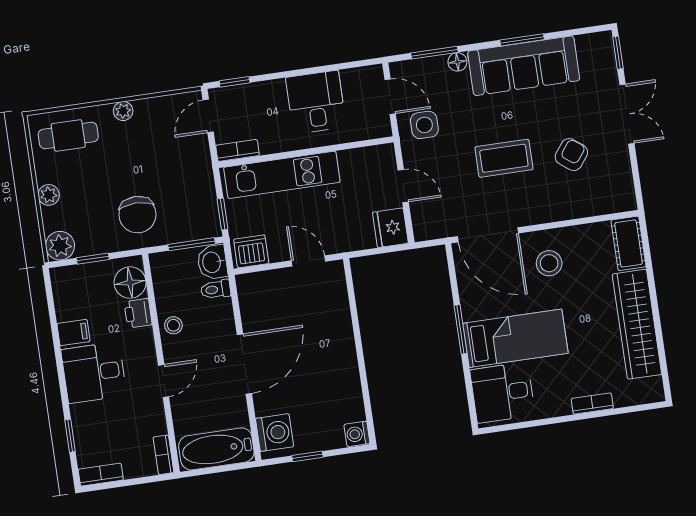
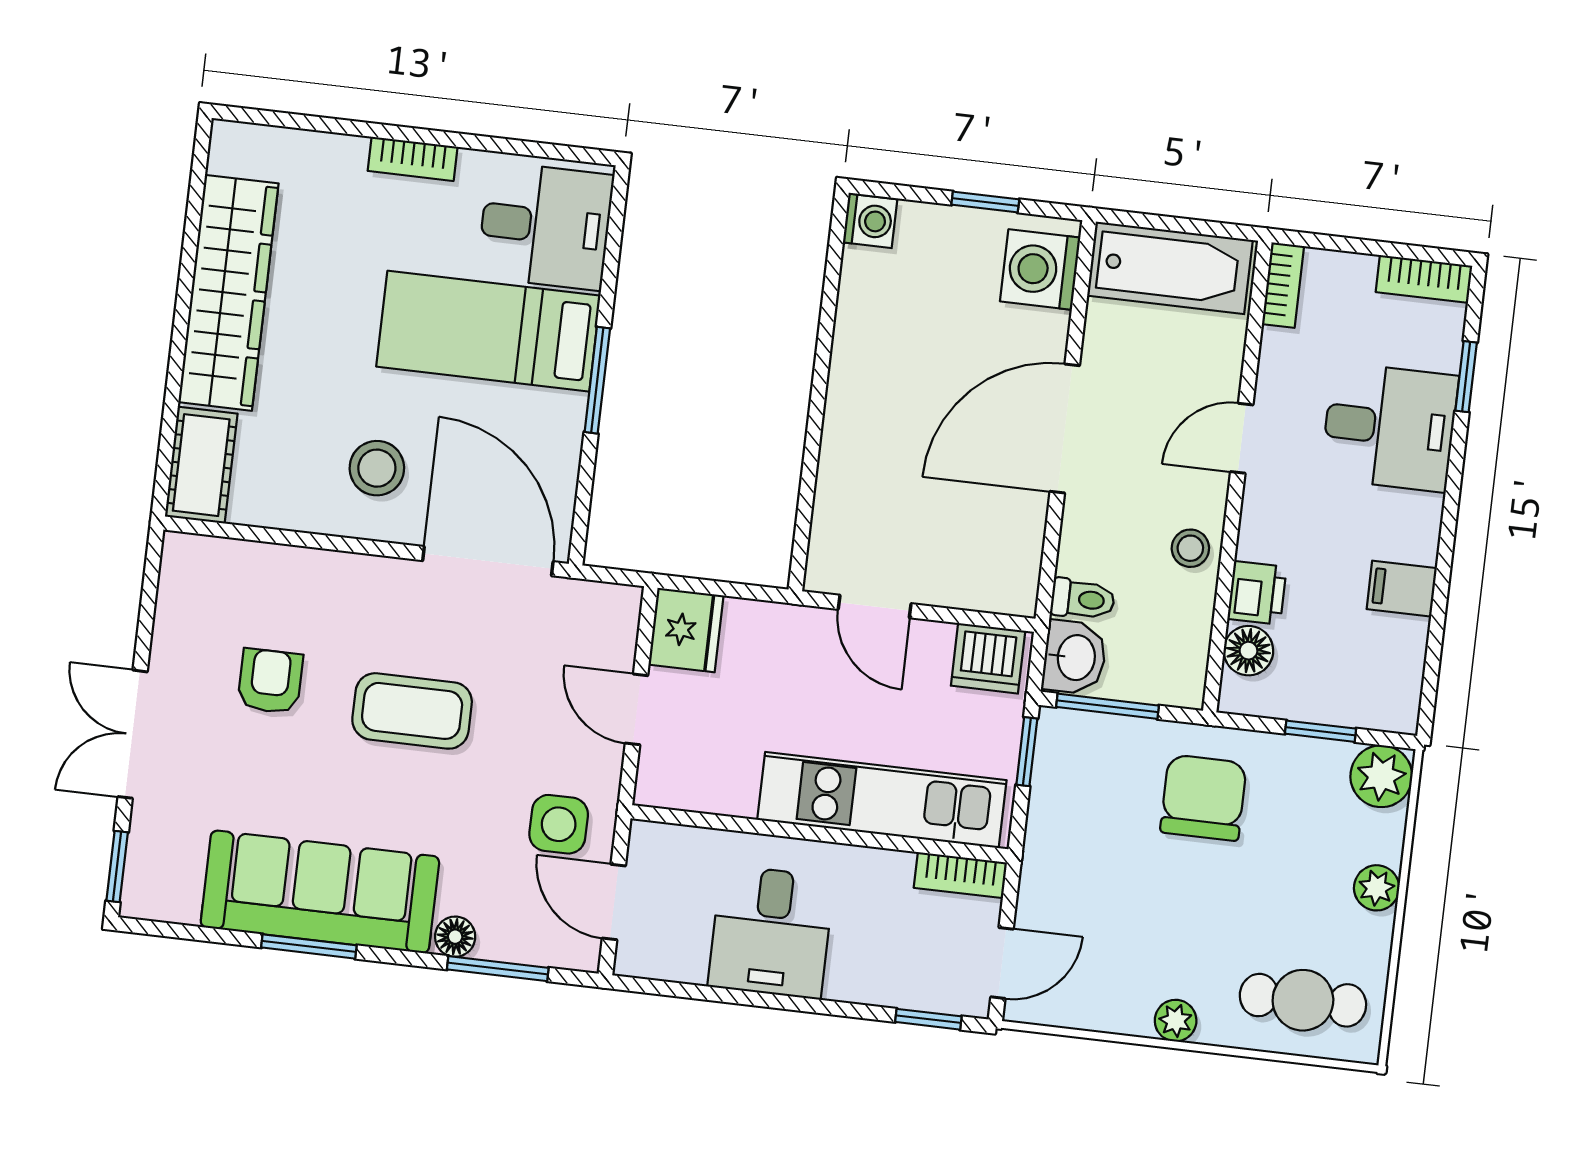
armchair: (571, 155) -> (270, 681), turned 143
floor lamp: (130, 283) -> (1248, 651), width x0.73, depth x0.73
desk: (94, 373) -> (1389, 427), moved
bookcase: (592, 404) -> (413, 159), moved

